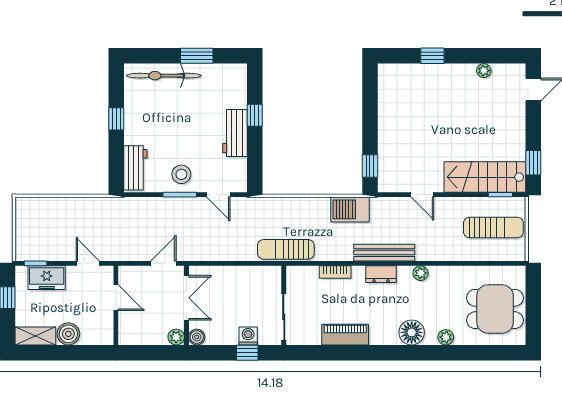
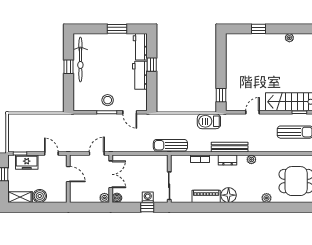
bicycle: (164, 76) -> (80, 60), moved, turned -90
workbench: (135, 168) -> (140, 47), moved, turned 180
door: (422, 195) -> (252, 112), swing flipped
floor lamp: (412, 332) -> (229, 195), moved

